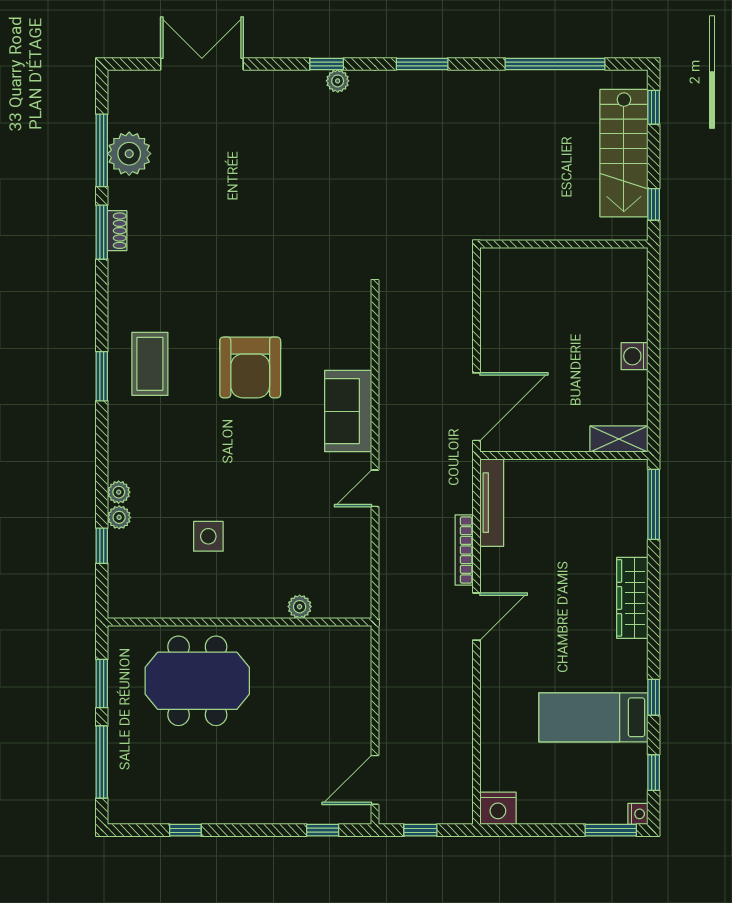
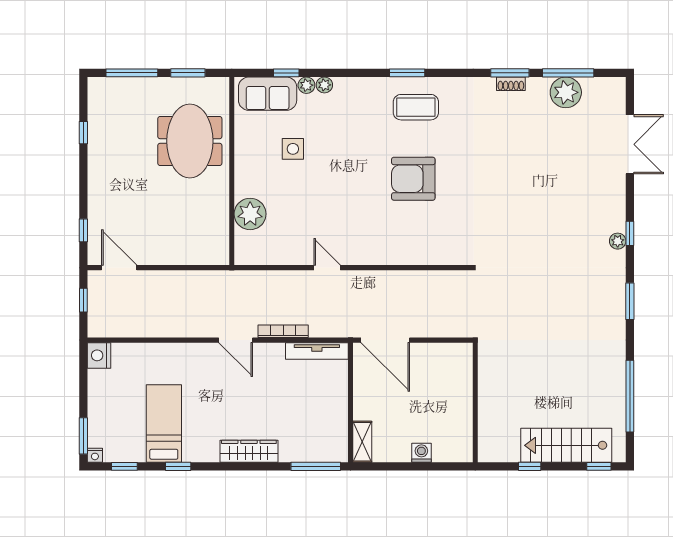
wall: (564, 244) -> (475, 402), moved
sofa: (348, 411) -> (268, 94), moved, turned 180
plant: (300, 607) -> (250, 214), width x1.88, depth x1.88

